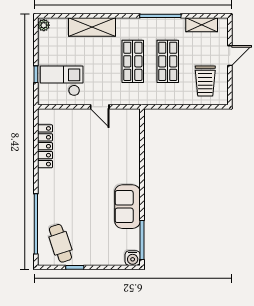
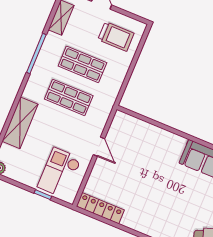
door: (100, 107) -> (99, 147), hinge flipped
locker: (45, 146) -> (100, 208), moved

